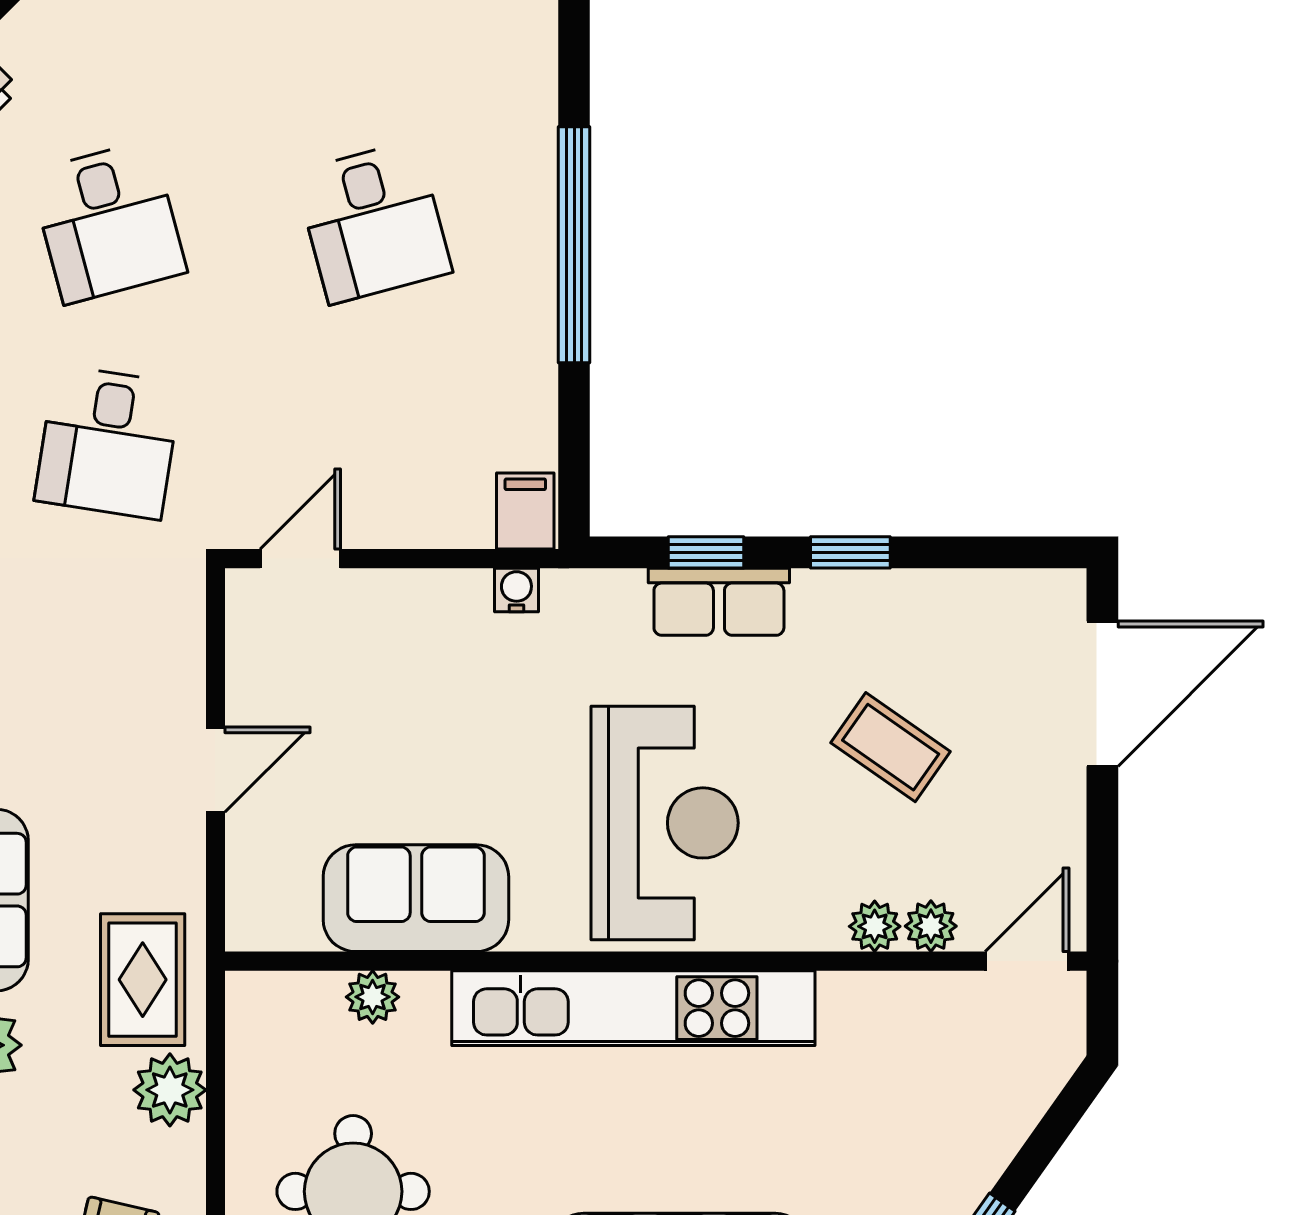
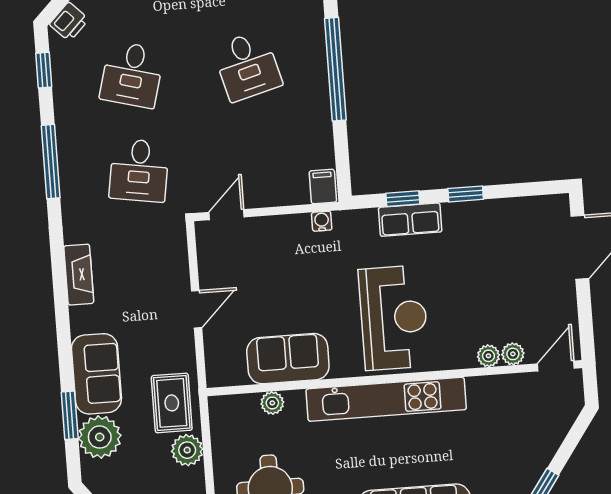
desk: (108, 222) -> (132, 75), turned 30
coffee table: (891, 747) -> (490, 277), removed

